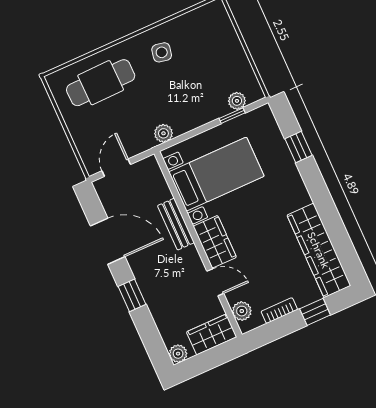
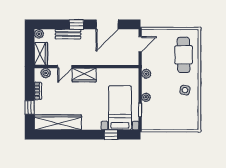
plant: (237, 101) -> (146, 97), moved
door: (116, 168) -> (140, 44), hinge flipped
bed with nightstands: (216, 174) -> (120, 108), moved, turned 180
bench: (176, 224) -> (68, 34), moved

